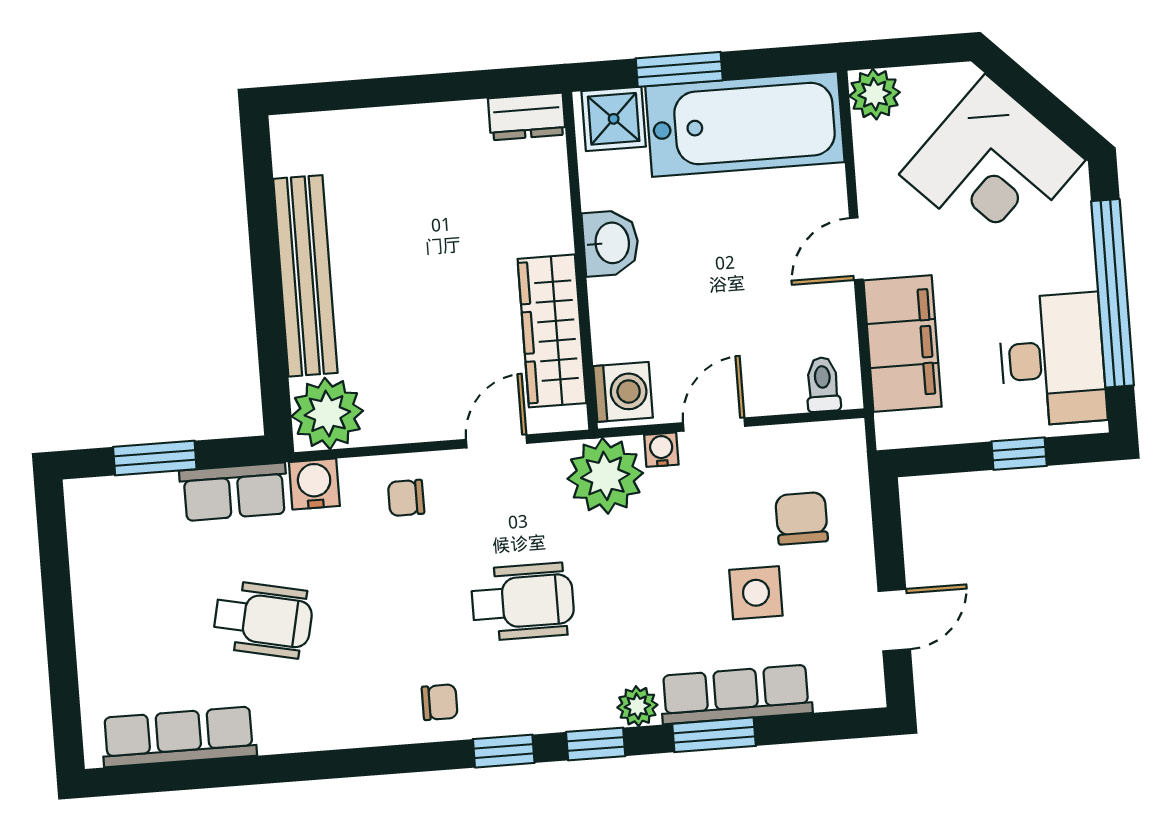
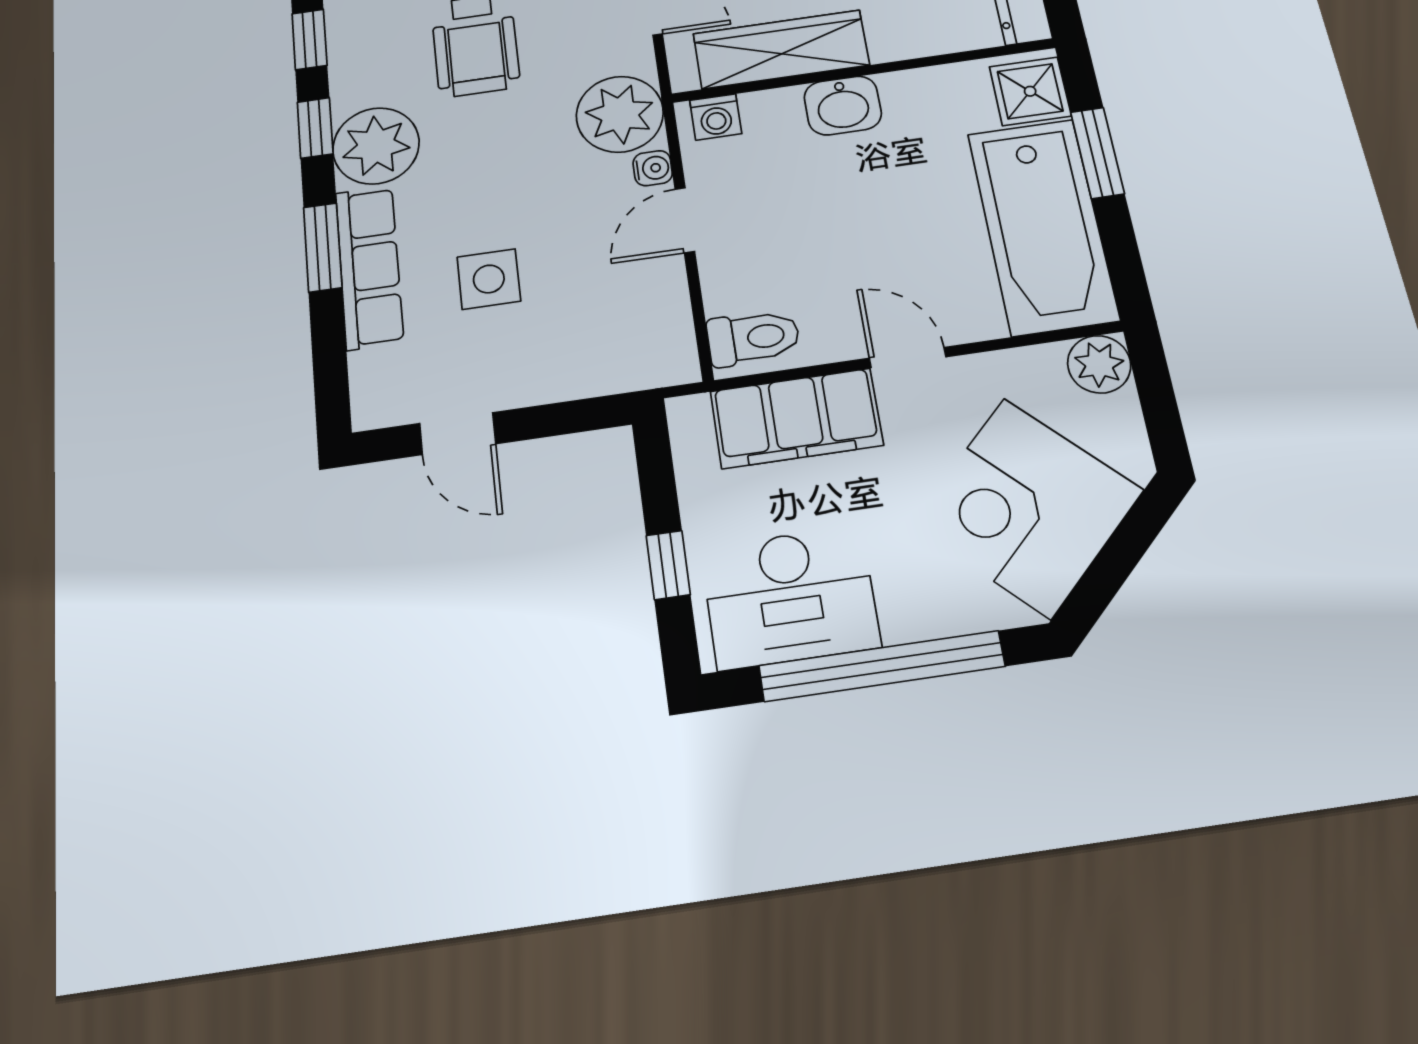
washbasin: (611, 243) -> (843, 106), moved
toilet: (823, 384) -> (753, 338), width x1.37, depth x1.39
washing machine: (623, 392) -> (716, 117), width x0.73, depth x0.73
door: (714, 425) -> (685, 220), swing flipped
chair: (802, 518) -> (578, 322), removed
plant: (637, 706) -> (376, 146), width x1.88, depth x1.88

